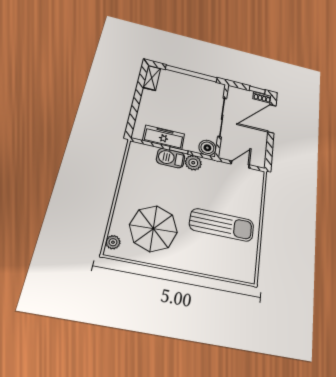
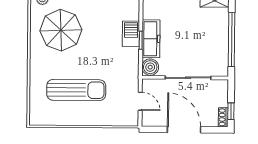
door: (272, 119) -> (184, 130), moved
freezer: (164, 137) -> (151, 39), moved
plant: (193, 163) -> (131, 56), removed
sun lounger: (222, 225) -> (76, 90), turned -90

